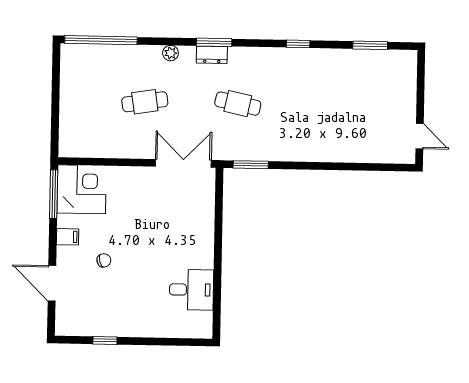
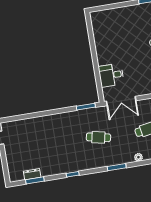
dresser: (212, 55) -> (32, 174), moved
desk: (192, 290) -> (111, 75), moved

